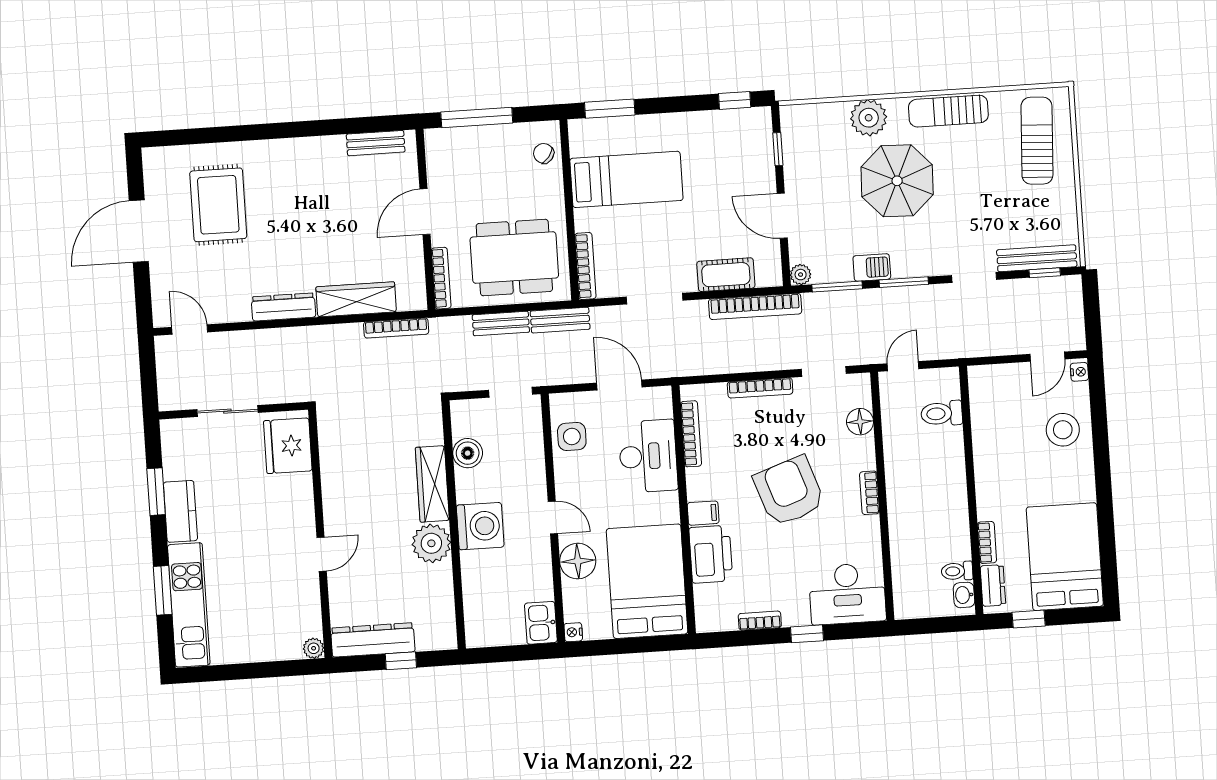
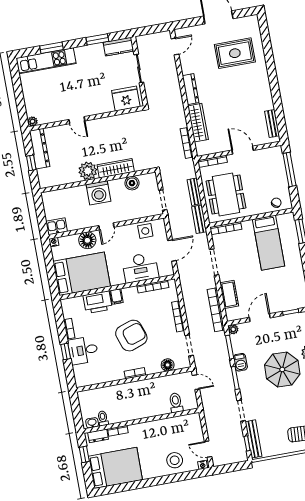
kitchen counter: (180, 511) -> (118, 47), moved
desk: (847, 594) -> (83, 350), moved, width x0.73

